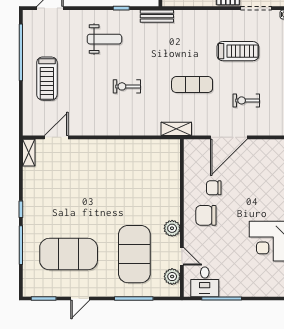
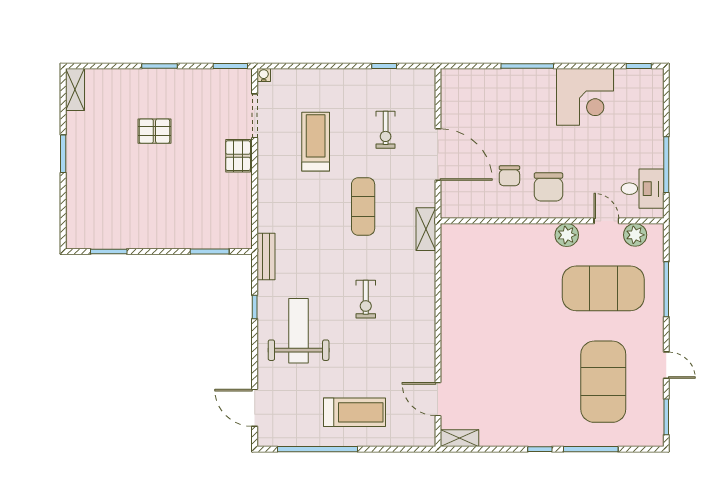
weight bench: (104, 39) -> (299, 331), width x1.36, depth x1.33
door: (182, 256) -> (606, 221), hinge flipped

